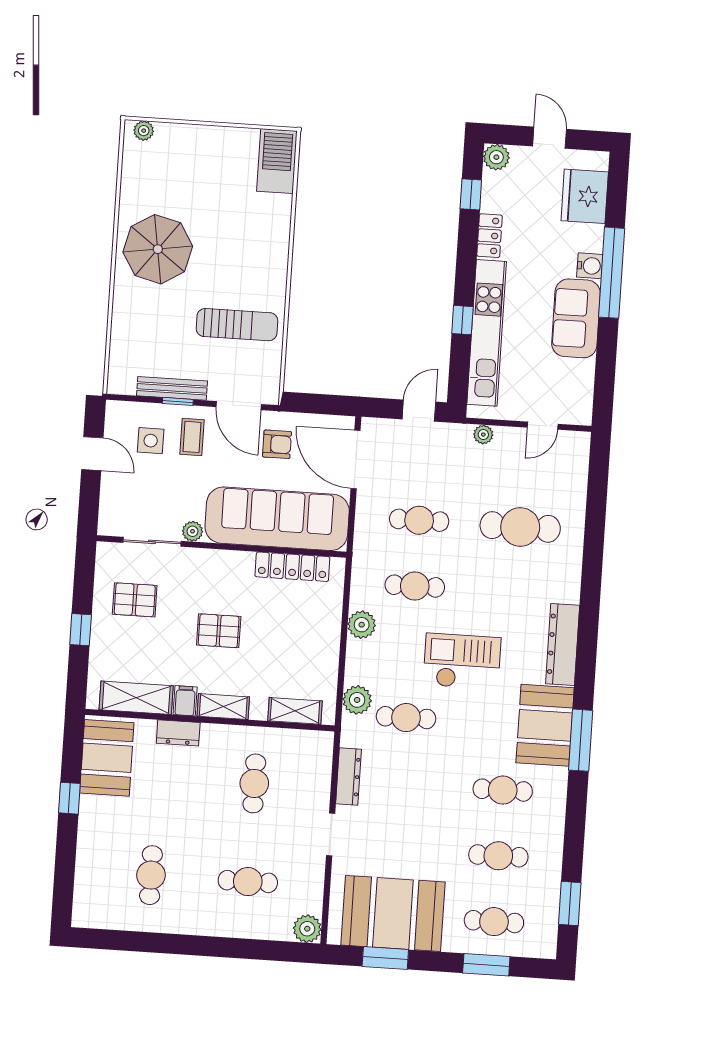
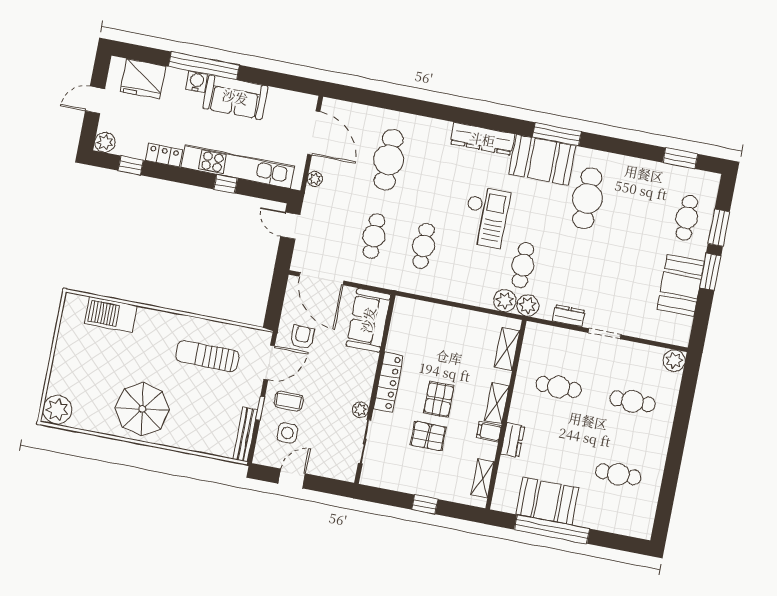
plant: (144, 131) -> (57, 410), width x1.88, depth x1.88
barbecue: (277, 161) -> (111, 315), moved
sun lounger: (237, 325) -> (207, 356), turned -90
bench: (172, 388) -> (245, 435), moved
door: (543, 426) -> (314, 133), width x1.87
door: (356, 459) -> (322, 279), hinge flipped
sofa: (277, 519) -> (368, 320), width x0.54, depth x0.79
locker: (292, 567) -> (388, 382), moved
pallet: (135, 600) -> (428, 436), moved, turned 90
plant: (362, 625) -> (528, 305), moved
checkout: (462, 661) -> (486, 217), turned 180
shelving: (136, 698) -> (483, 478), width x0.67, depth x0.75
booth: (107, 758) -> (547, 501), moved
dresser: (349, 777) -> (569, 316), width x0.70
cafe table: (503, 790) -> (587, 198), width x1.37, depth x1.35
window: (69, 798) -> (552, 529), width x3.17
cafe table: (498, 856) -> (637, 208), removed
cafe table: (248, 882) -> (633, 401), turned 90
booth: (393, 913) -> (681, 285), width x0.73, depth x0.70
window: (385, 958) -> (710, 272), moved

